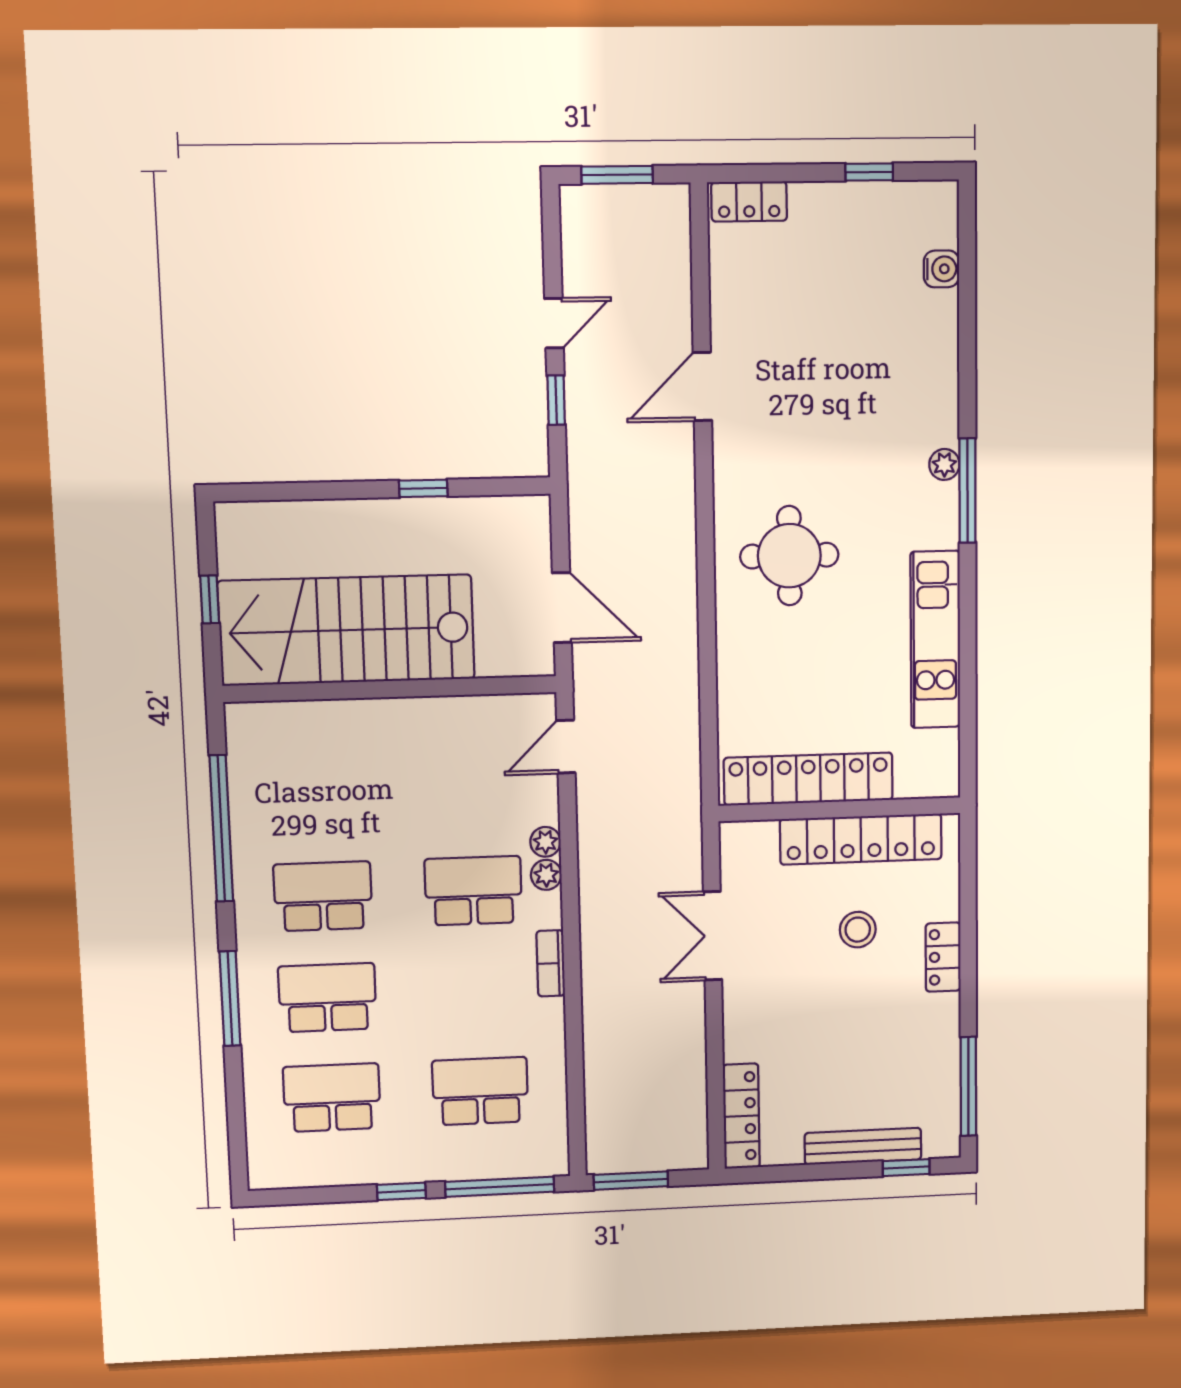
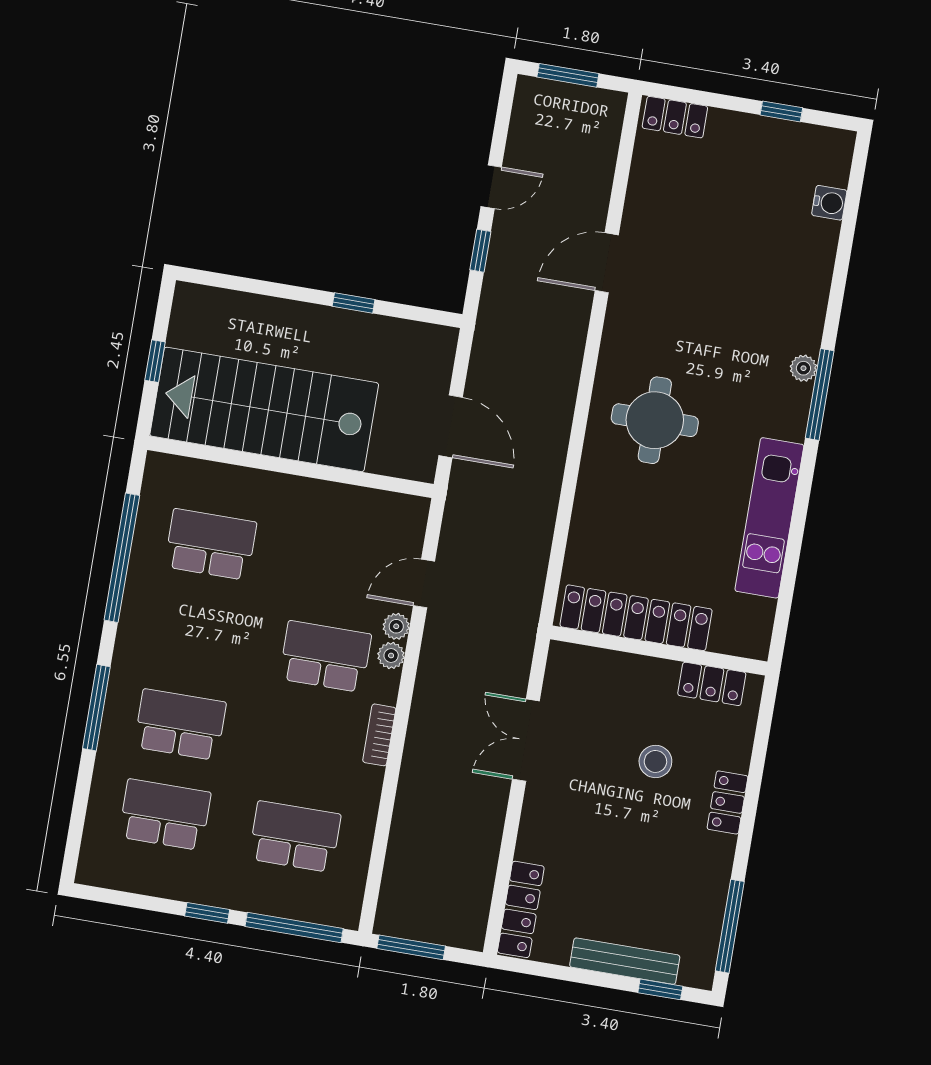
door: (566, 747) -> (424, 584), moved
locker: (861, 839) -> (712, 684), width x0.46, depth x0.83
school desk: (323, 896) -> (211, 544), moved

